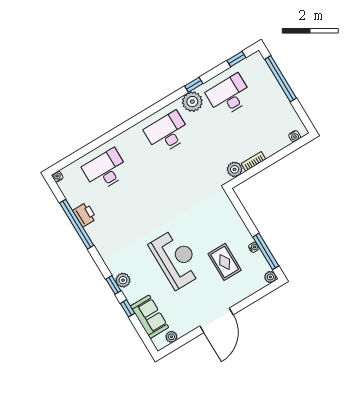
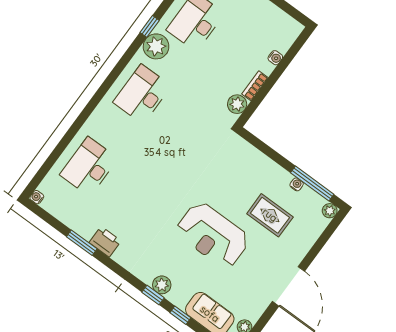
water cooler: (295, 136) -> (275, 58), moved
printer: (85, 215) -> (105, 242), moved
window: (77, 224) -> (82, 243), width x0.47
reception desk: (176, 259) -> (213, 235), turned 180

